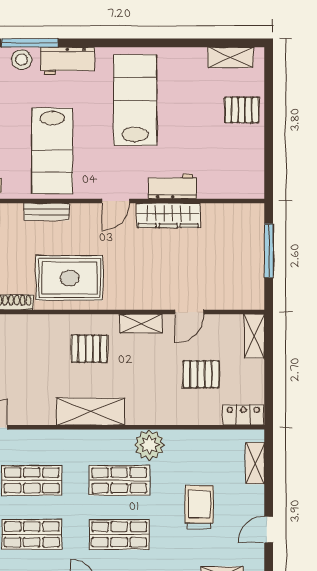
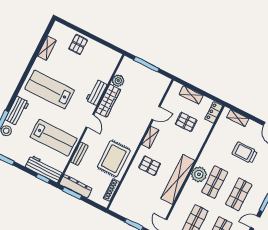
shelving: (230, 57) -> (47, 48), moved
plant: (213, 215) -> (118, 81), added
door: (189, 312) -> (156, 113), hinge flipped
shelving: (254, 336) -> (191, 95), moved
pallet: (89, 349) -> (150, 166), turned 90
pallet: (201, 374) -> (186, 122), turned 90
shelving: (90, 412) -> (178, 179), width x1.47
plant: (149, 445) -> (199, 174), moved

